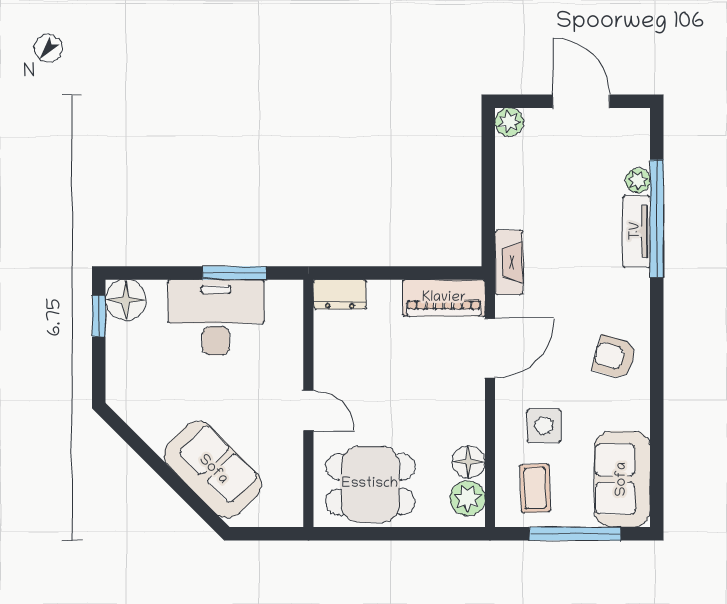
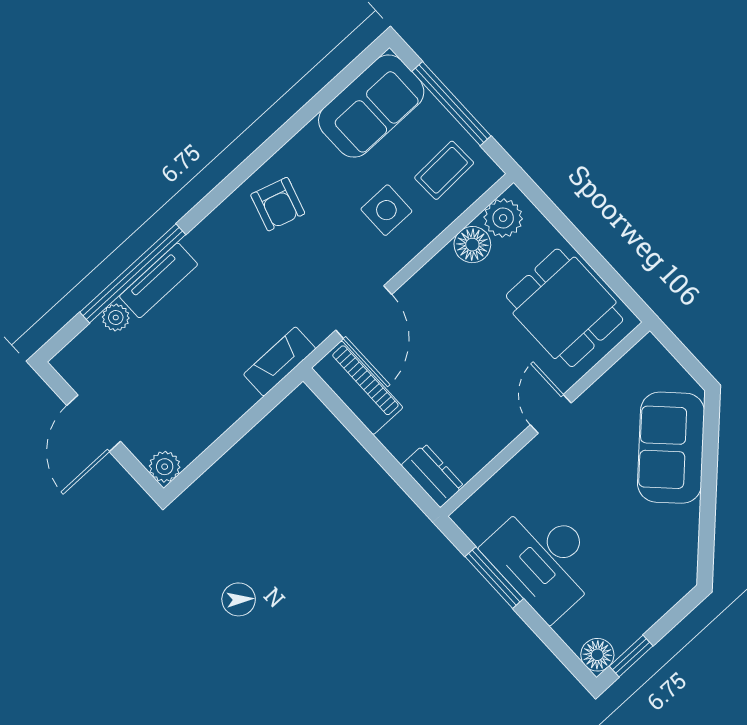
floor lamp: (126, 300) -> (597, 655), width x0.73, depth x0.73
door: (490, 348) -> (364, 312), swing flipped

